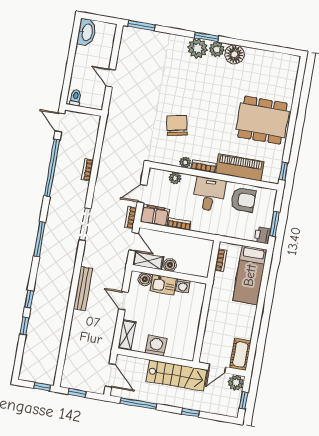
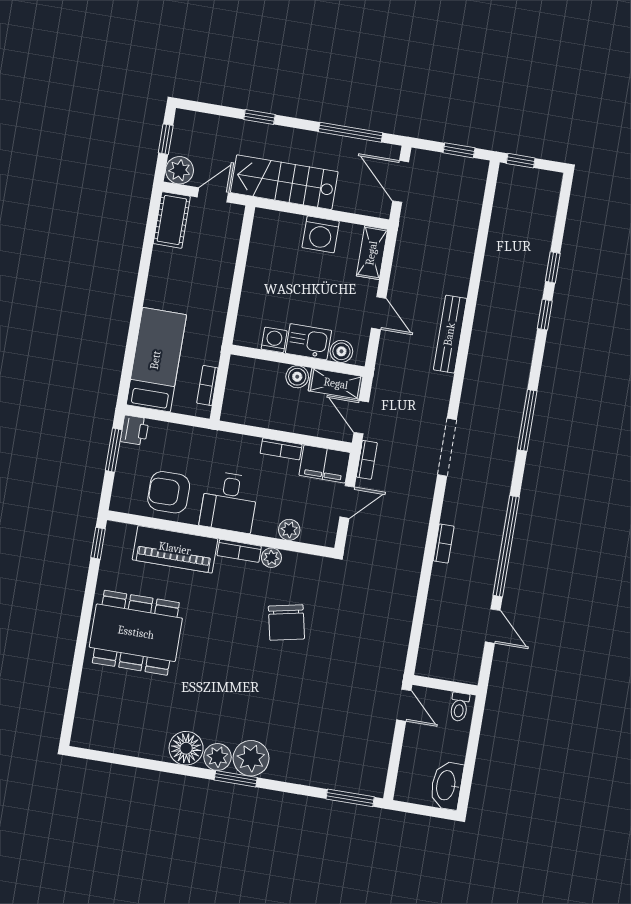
toilet: (75, 98) -> (459, 707), moved
wall: (84, 110) -> (445, 685), moved

